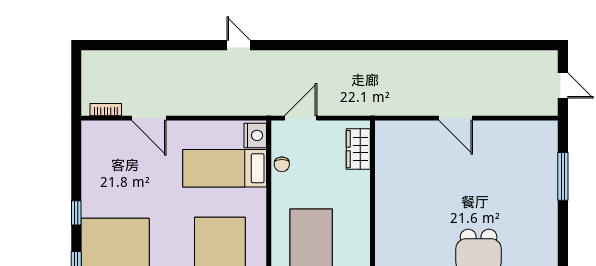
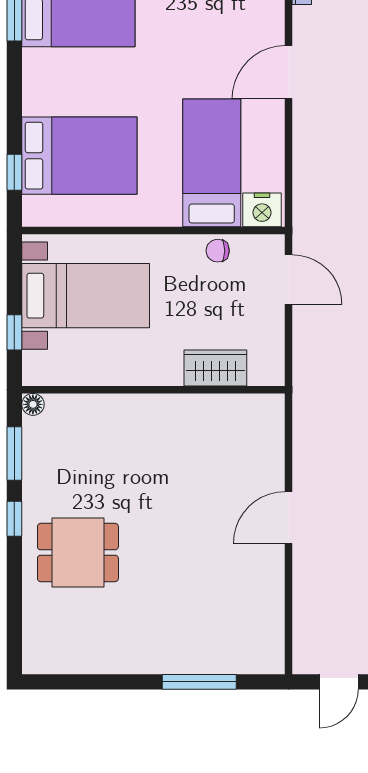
door: (149, 118) -> (289, 72), moved
wardrobe: (358, 149) -> (215, 368), moved

